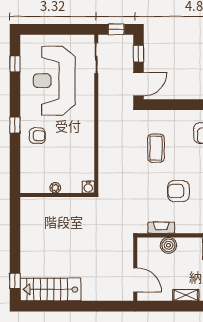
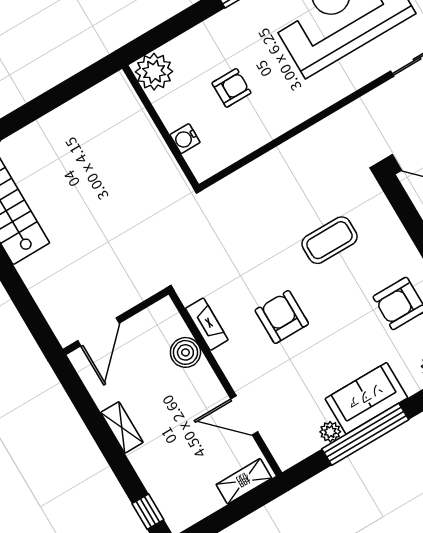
armchair: (37, 136) -> (231, 88), moved, turned -90
water cooler: (88, 187) -> (185, 139), moved
plant: (55, 188) -> (154, 72), moved, width x1.87, depth x1.87

